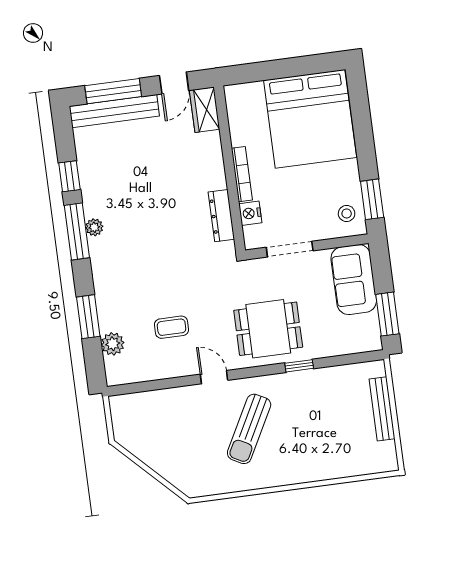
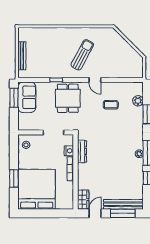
window: (372, 199) -> (14, 178), moved
sofa: (354, 280) -> (27, 97), moved
dining table: (268, 329) -> (68, 98), turned 90

